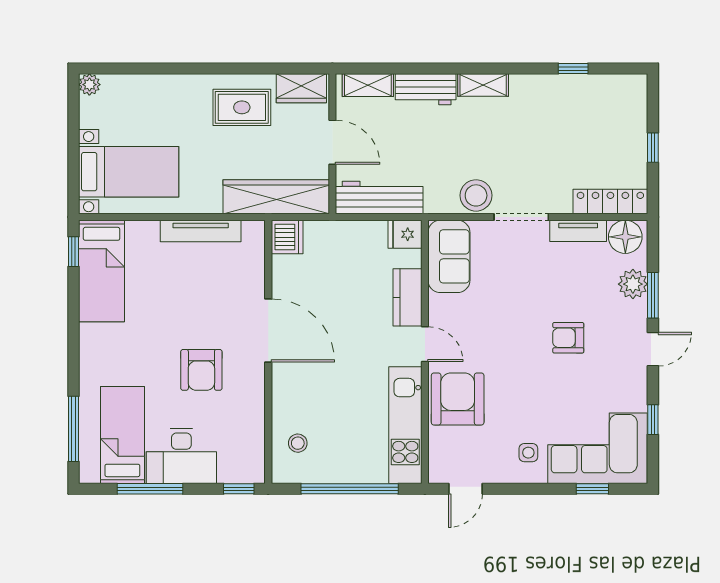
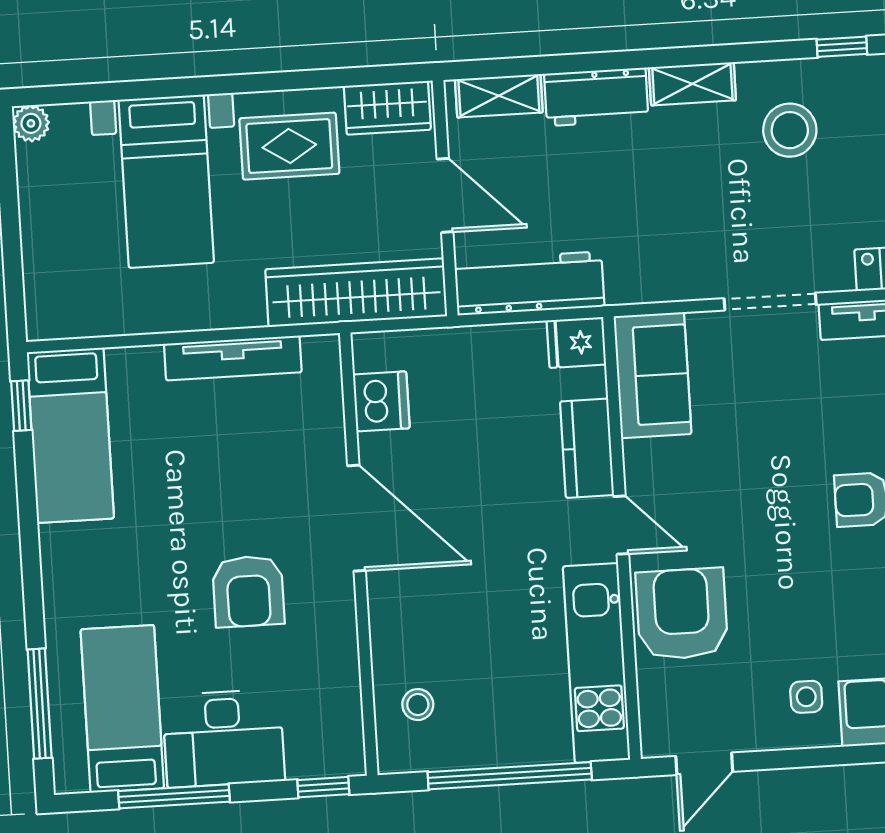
bed with nightstands: (129, 172) -> (166, 181), moved, turned 90
stool: (476, 195) -> (790, 130), moved
dishwasher: (287, 237) -> (381, 401), moved

